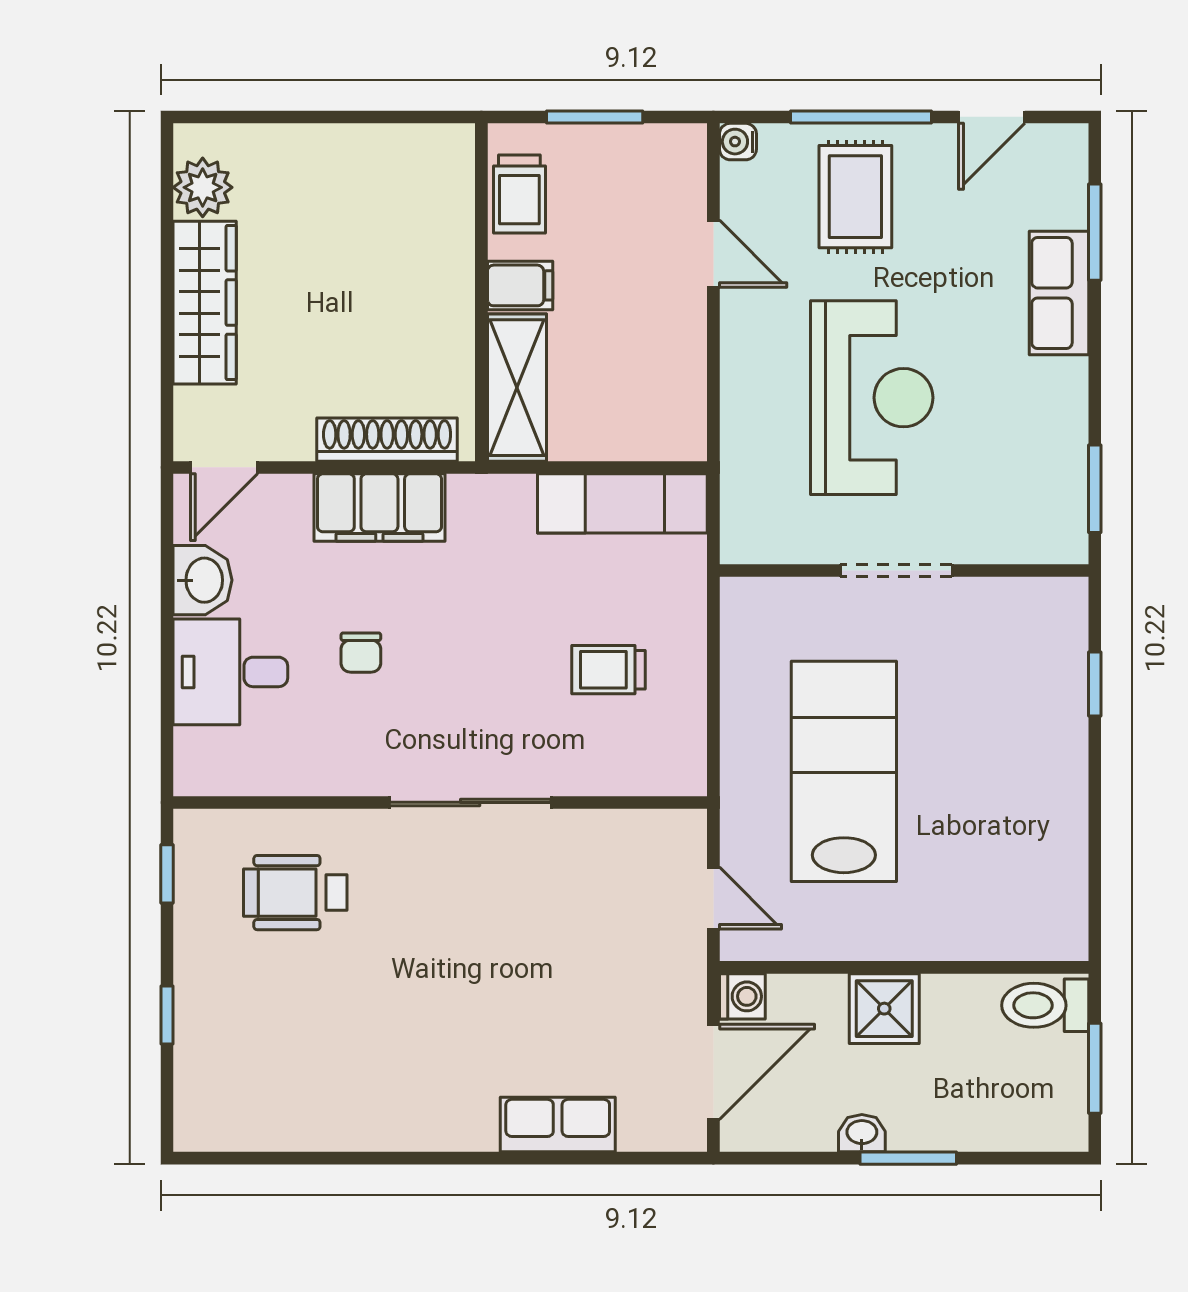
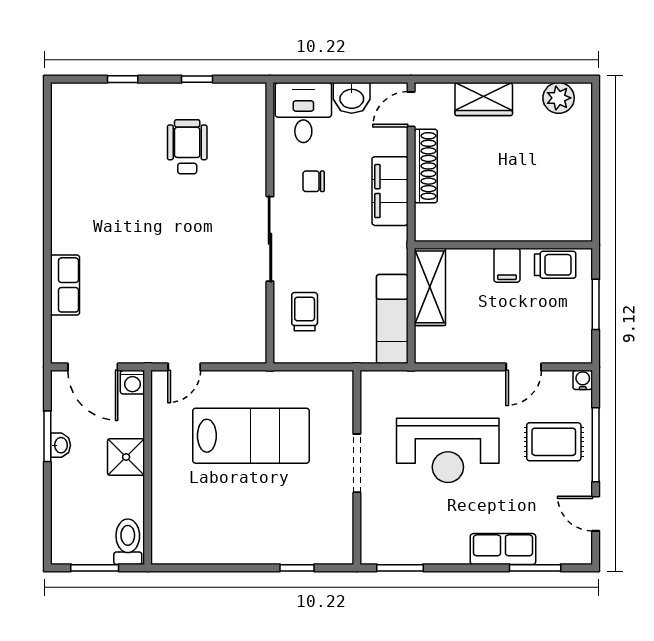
trolley: (519, 194) -> (555, 265), turned 180
wardrobe: (205, 303) -> (484, 99), width x0.67
shelving: (517, 388) -> (430, 287), moved, turned 90
shoe rack: (387, 440) -> (426, 166), moved
door: (224, 467) -> (411, 109), hinge flipped
wall: (440, 802) -> (270, 223), moved
sliding door: (470, 802) -> (270, 239), moved
window: (908, 1158) -> (47, 436), moved

